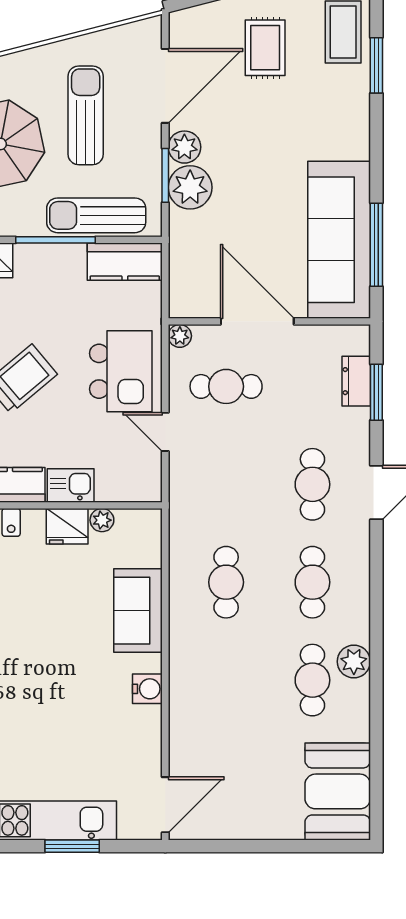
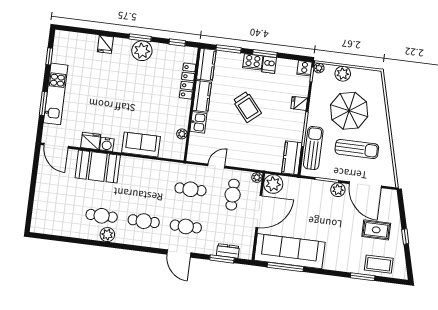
plant: (190, 187) -> (273, 184), moved
kitchen island: (121, 371) -> (245, 150), removed
fridge: (67, 526) -> (91, 141), moved, turned 90
cafe table: (226, 582) -> (190, 189), moved
booth: (338, 791) -> (98, 167), moved

